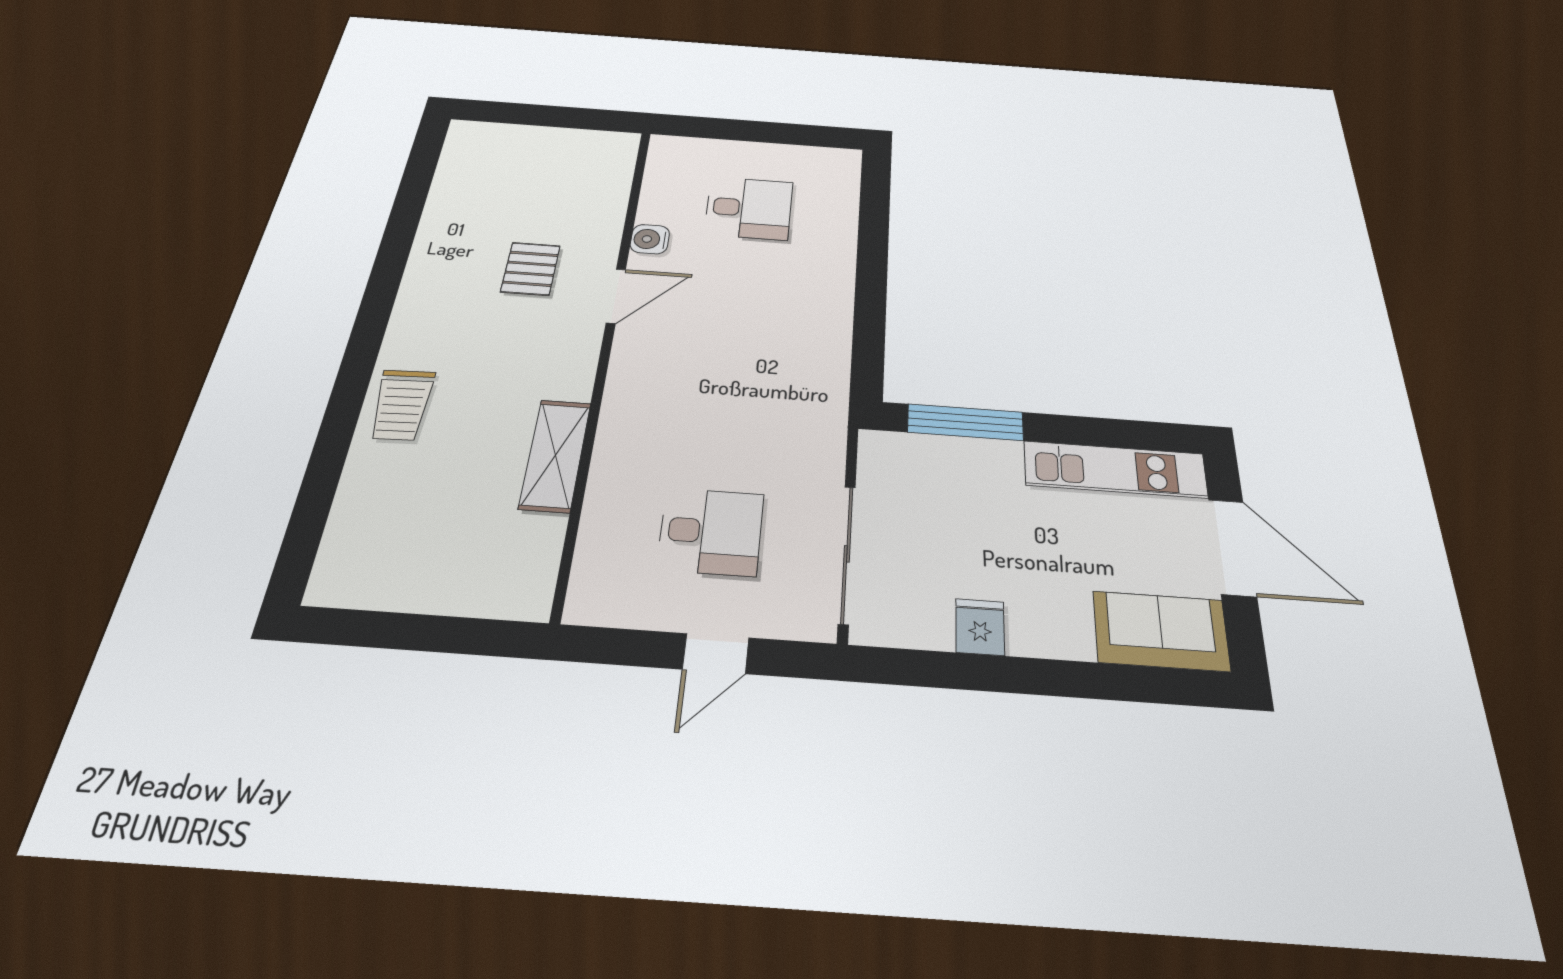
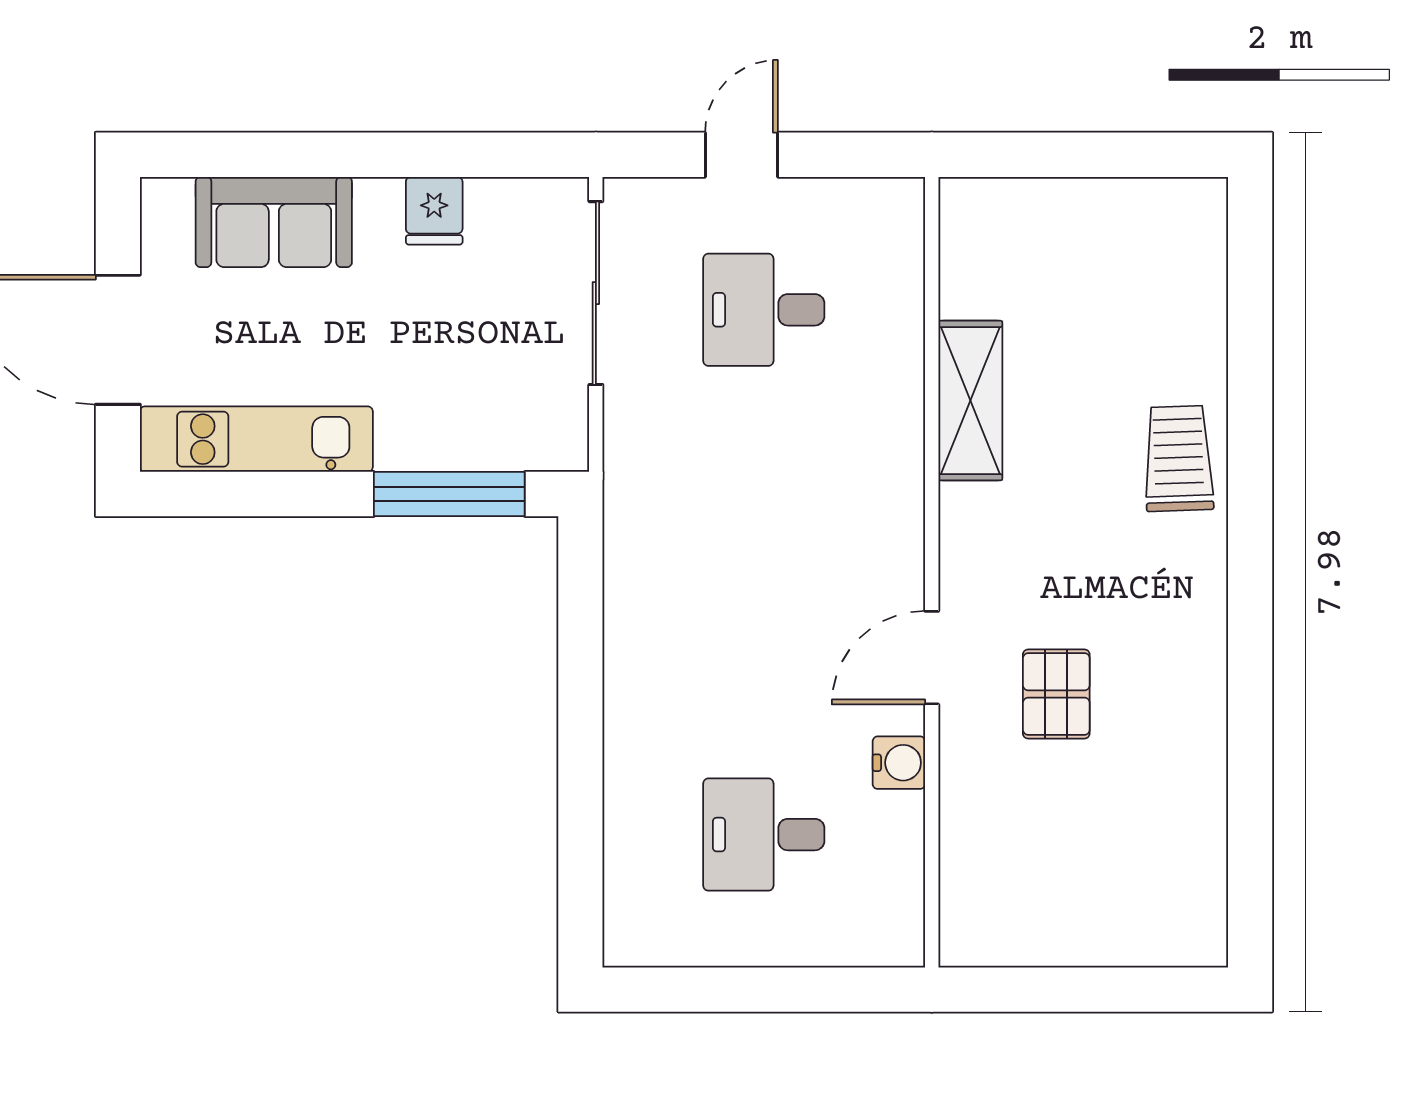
sofa: (1161, 631) -> (274, 222), moved

